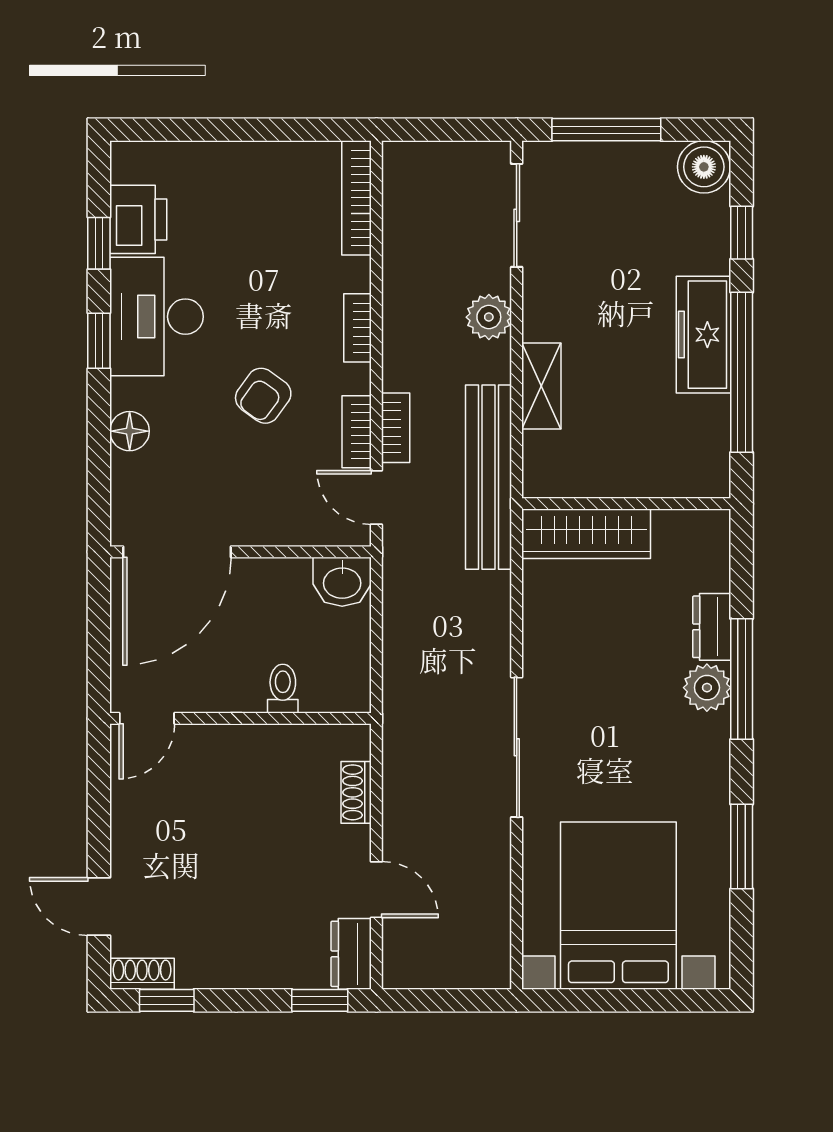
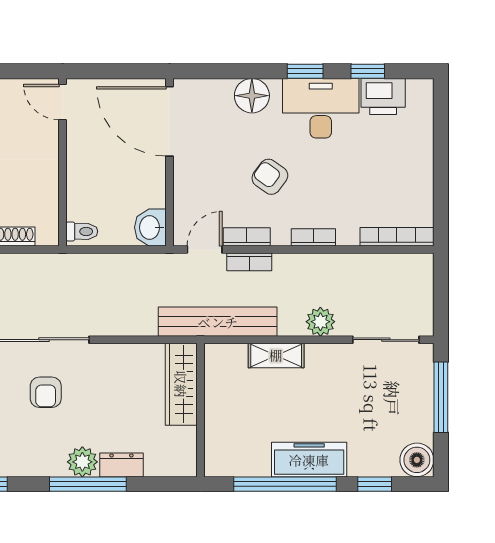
floor lamp: (130, 431) -> (252, 96), width x1.38, depth x1.38
toilet: (283, 689) -> (82, 231), moved
armchair: (599, 745) -> (46, 392), added

